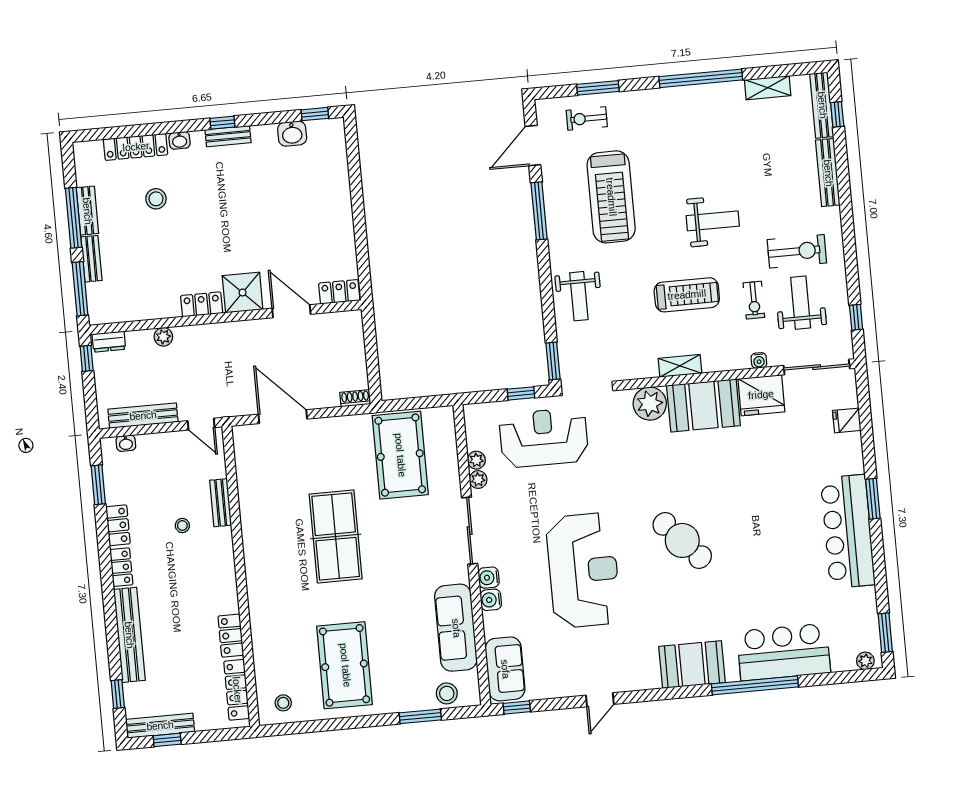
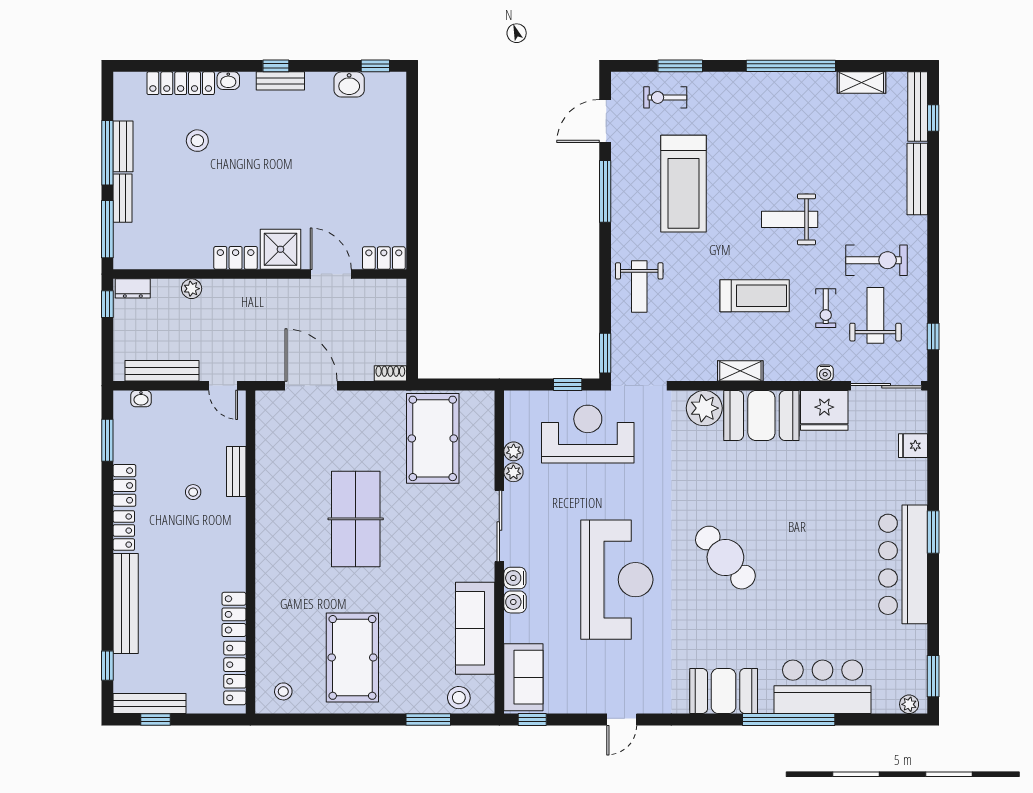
weight bench: (713, 221) -> (790, 219), turned 180

